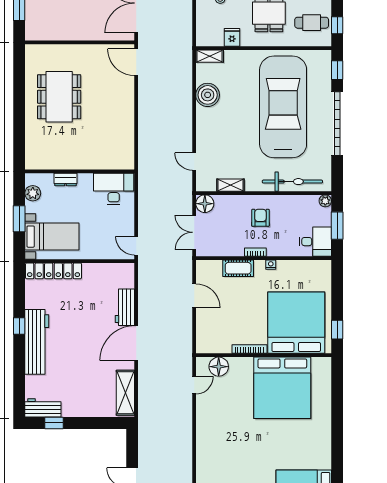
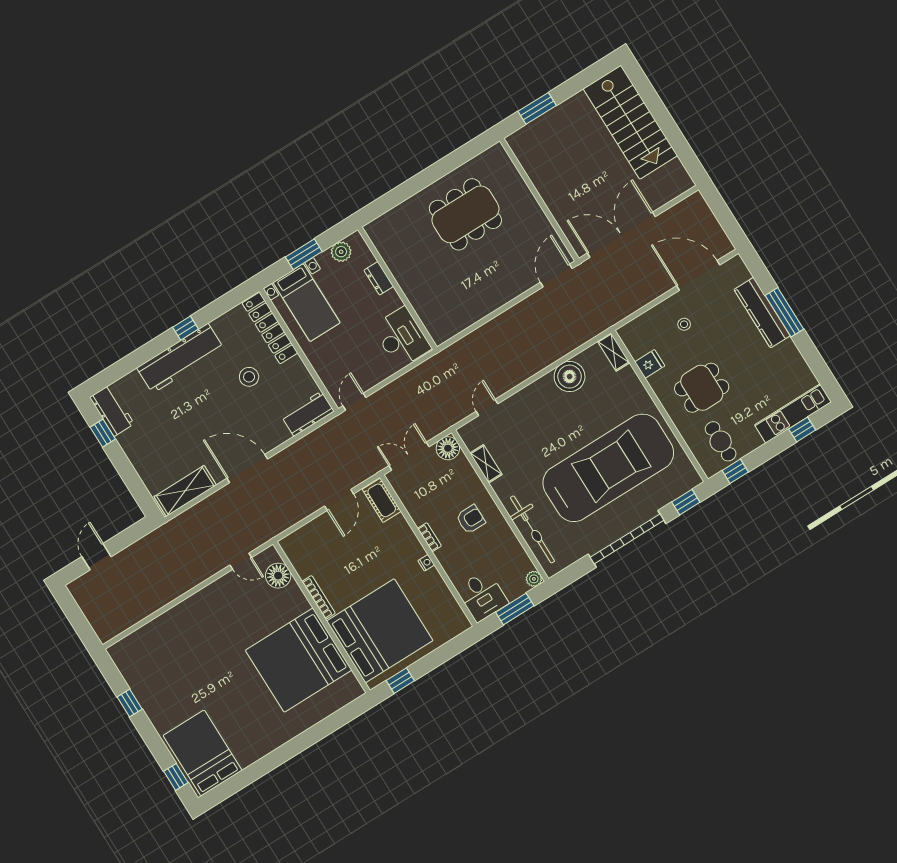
cot: (238, 268) -> (382, 500), moved
stool: (77, 304) -> (249, 377), added
workbench: (125, 307) -> (308, 414), moved

